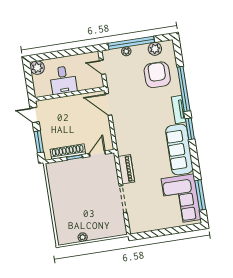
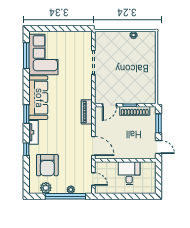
plant: (37, 68) -> (150, 188), removed
window: (184, 89) -> (26, 149), width x0.32
piano: (126, 169) -> (87, 112), moved

